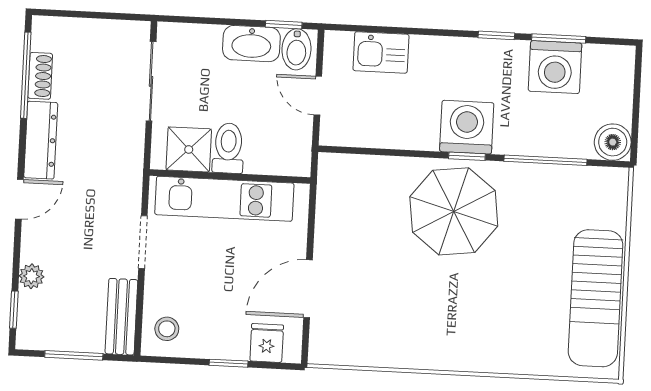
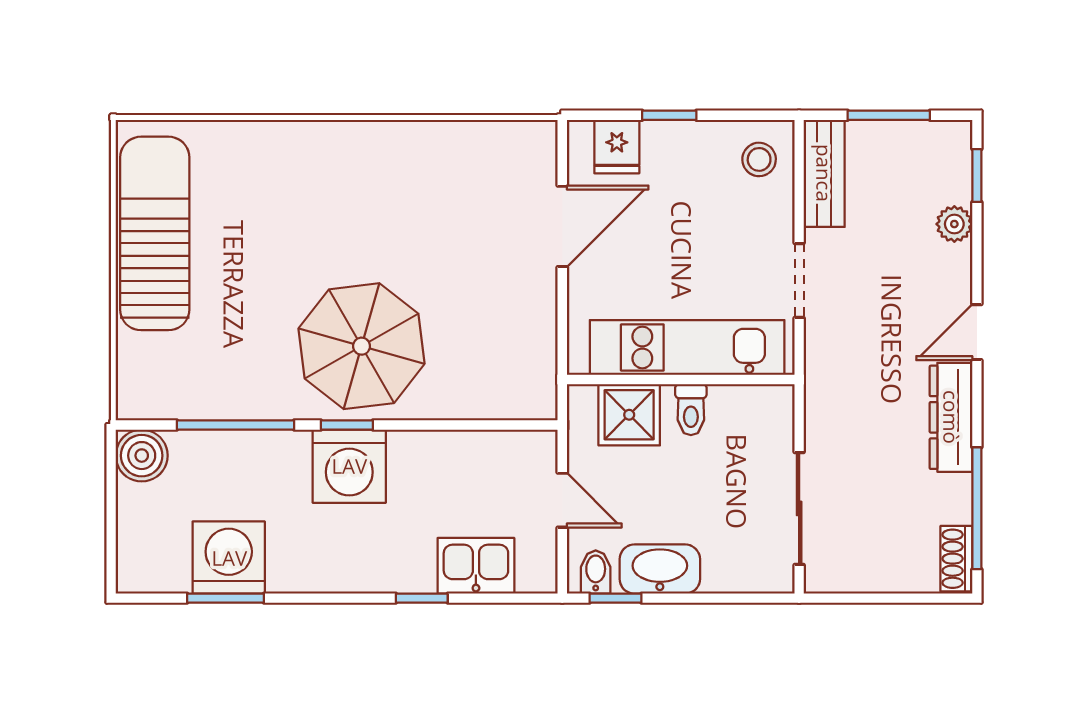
window: (496, 35) -> (422, 598), moved
bidet: (296, 49) -> (596, 572), width x0.72, depth x0.74
shoe rack: (40, 76) -> (956, 559), moved
toilet: (228, 148) -> (691, 410), width x0.73, depth x0.72
shower: (189, 149) -> (629, 415), moved

